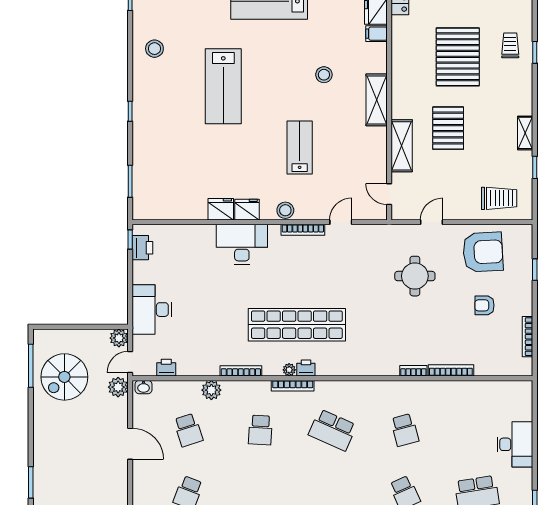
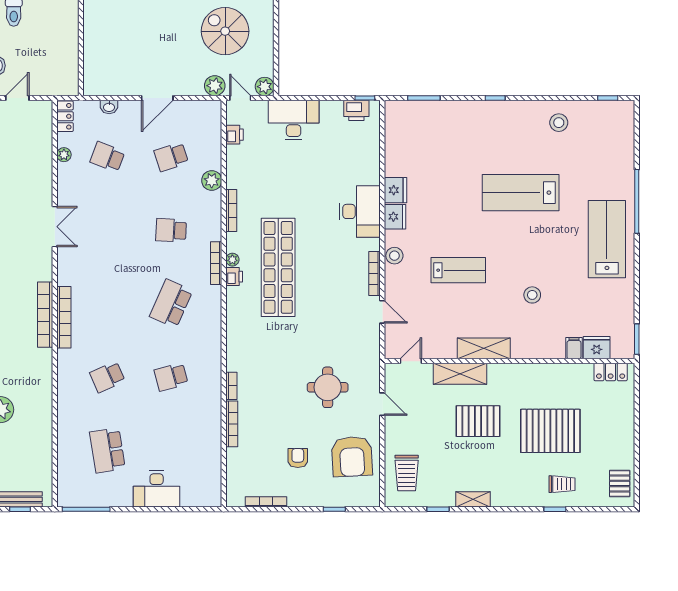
shelving: (377, 100) -> (484, 348), moved
washbasin: (144, 387) -> (109, 107), moved, turned -90

